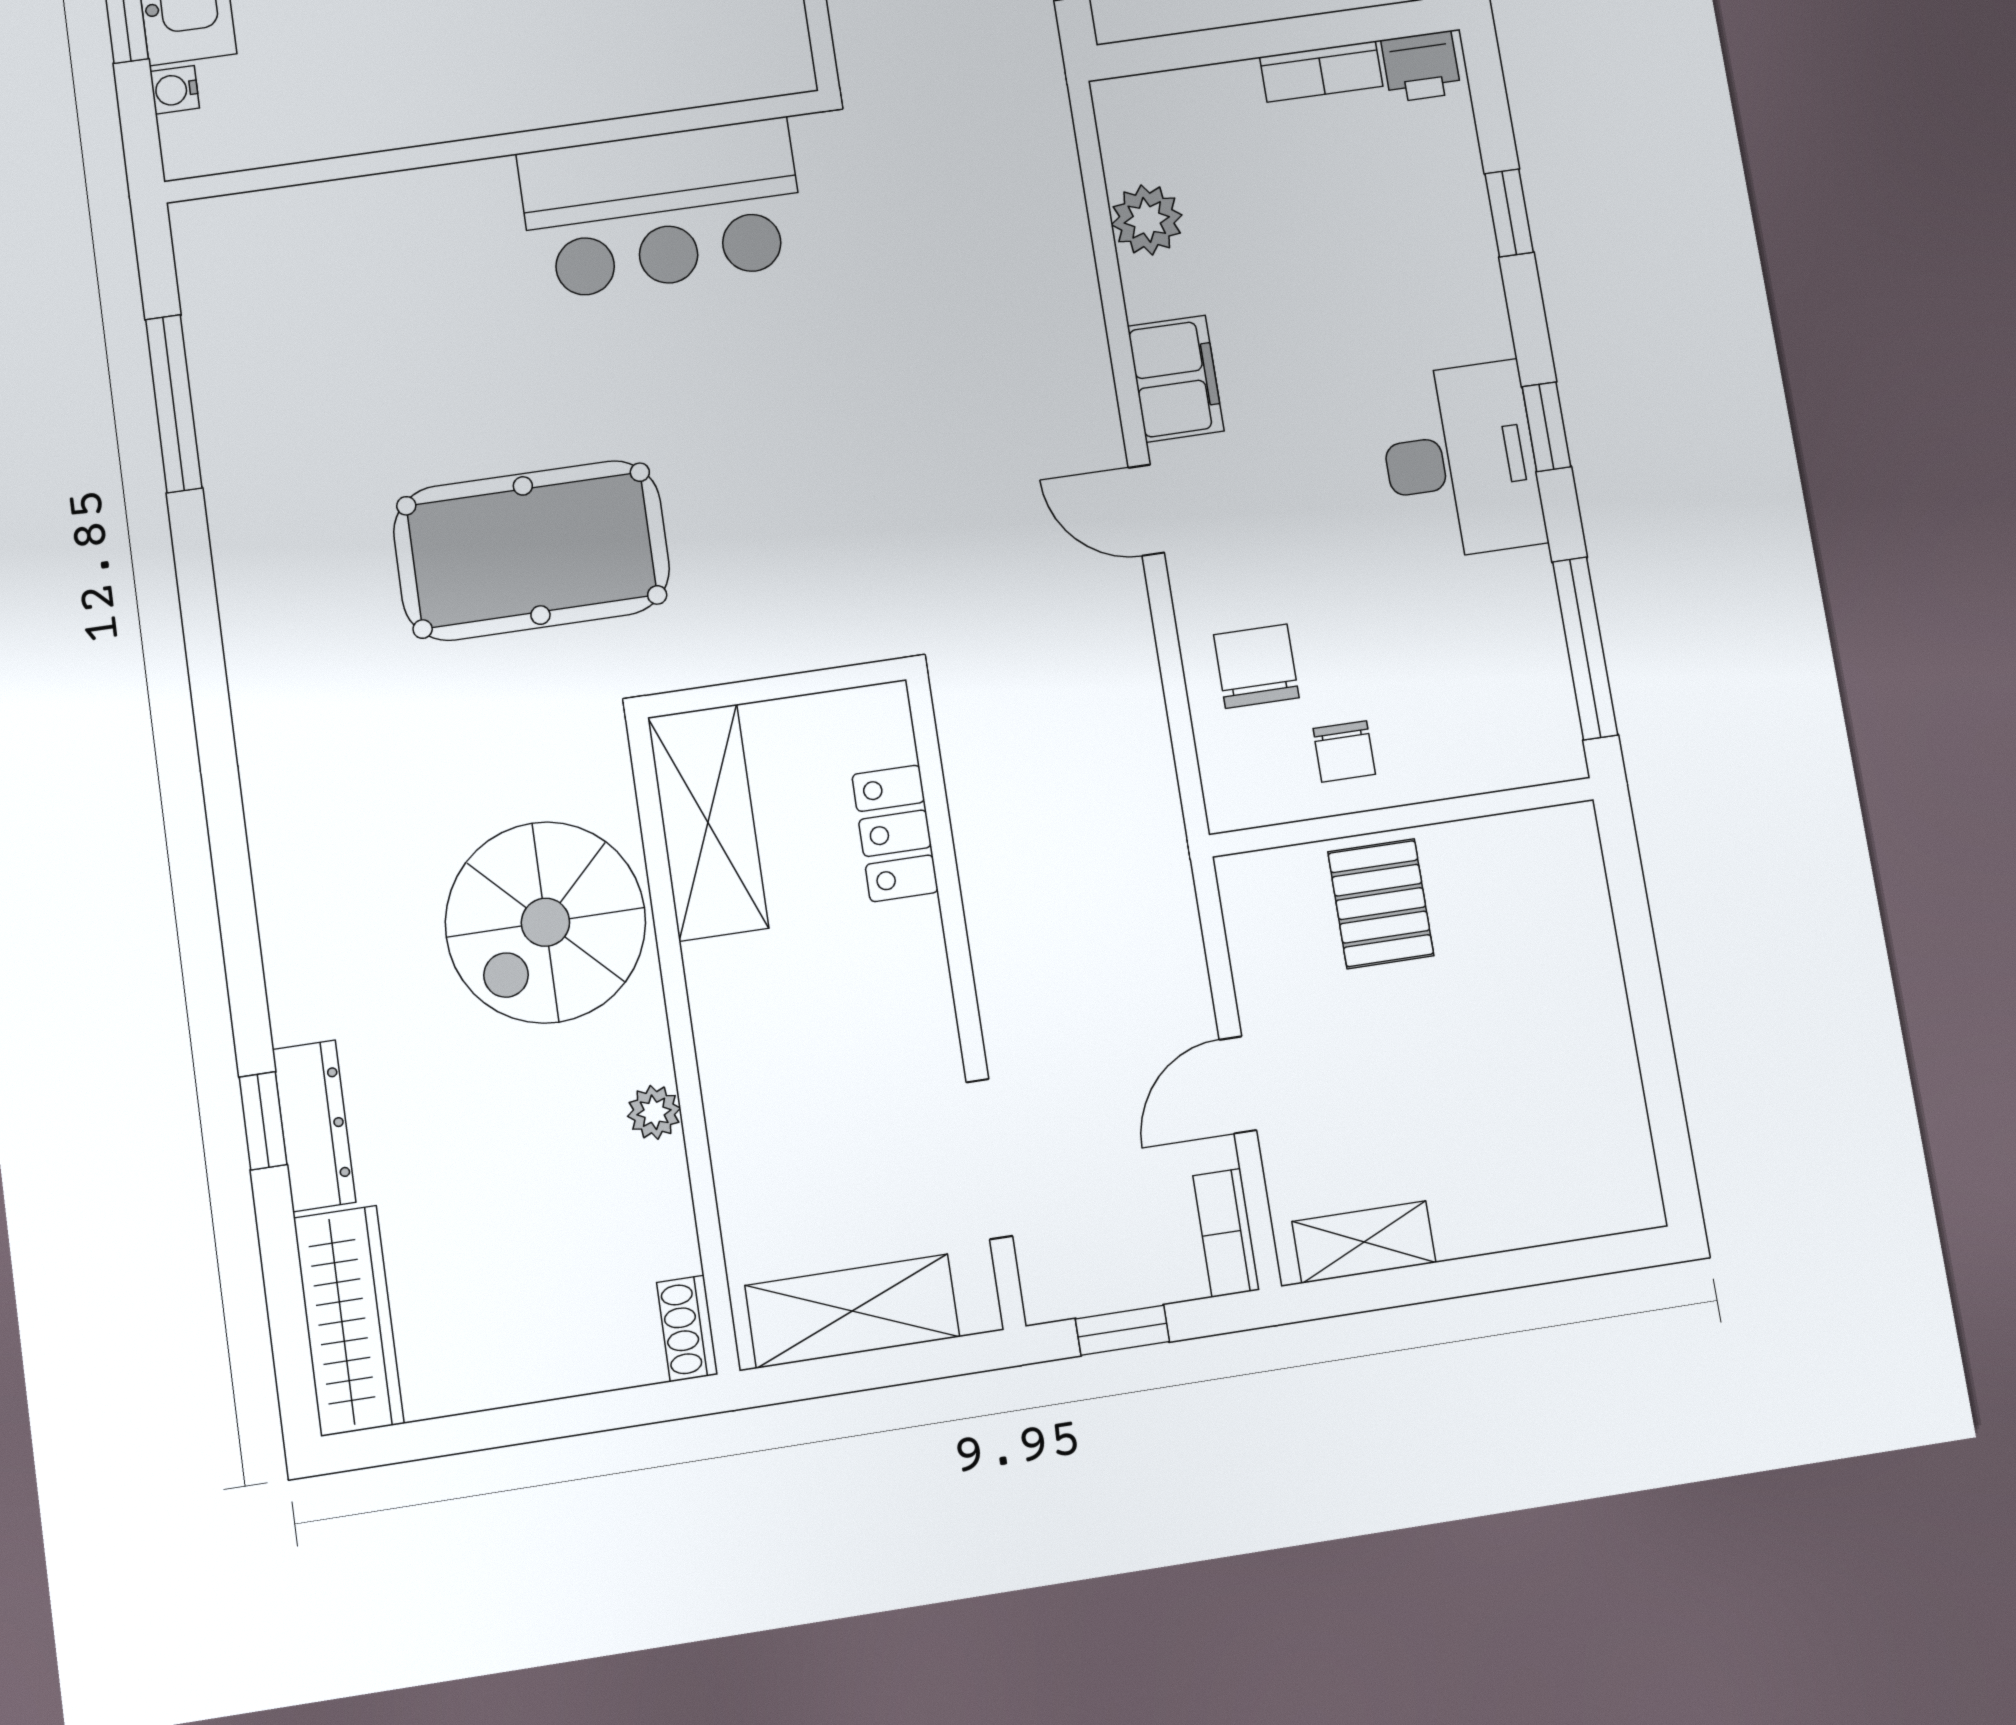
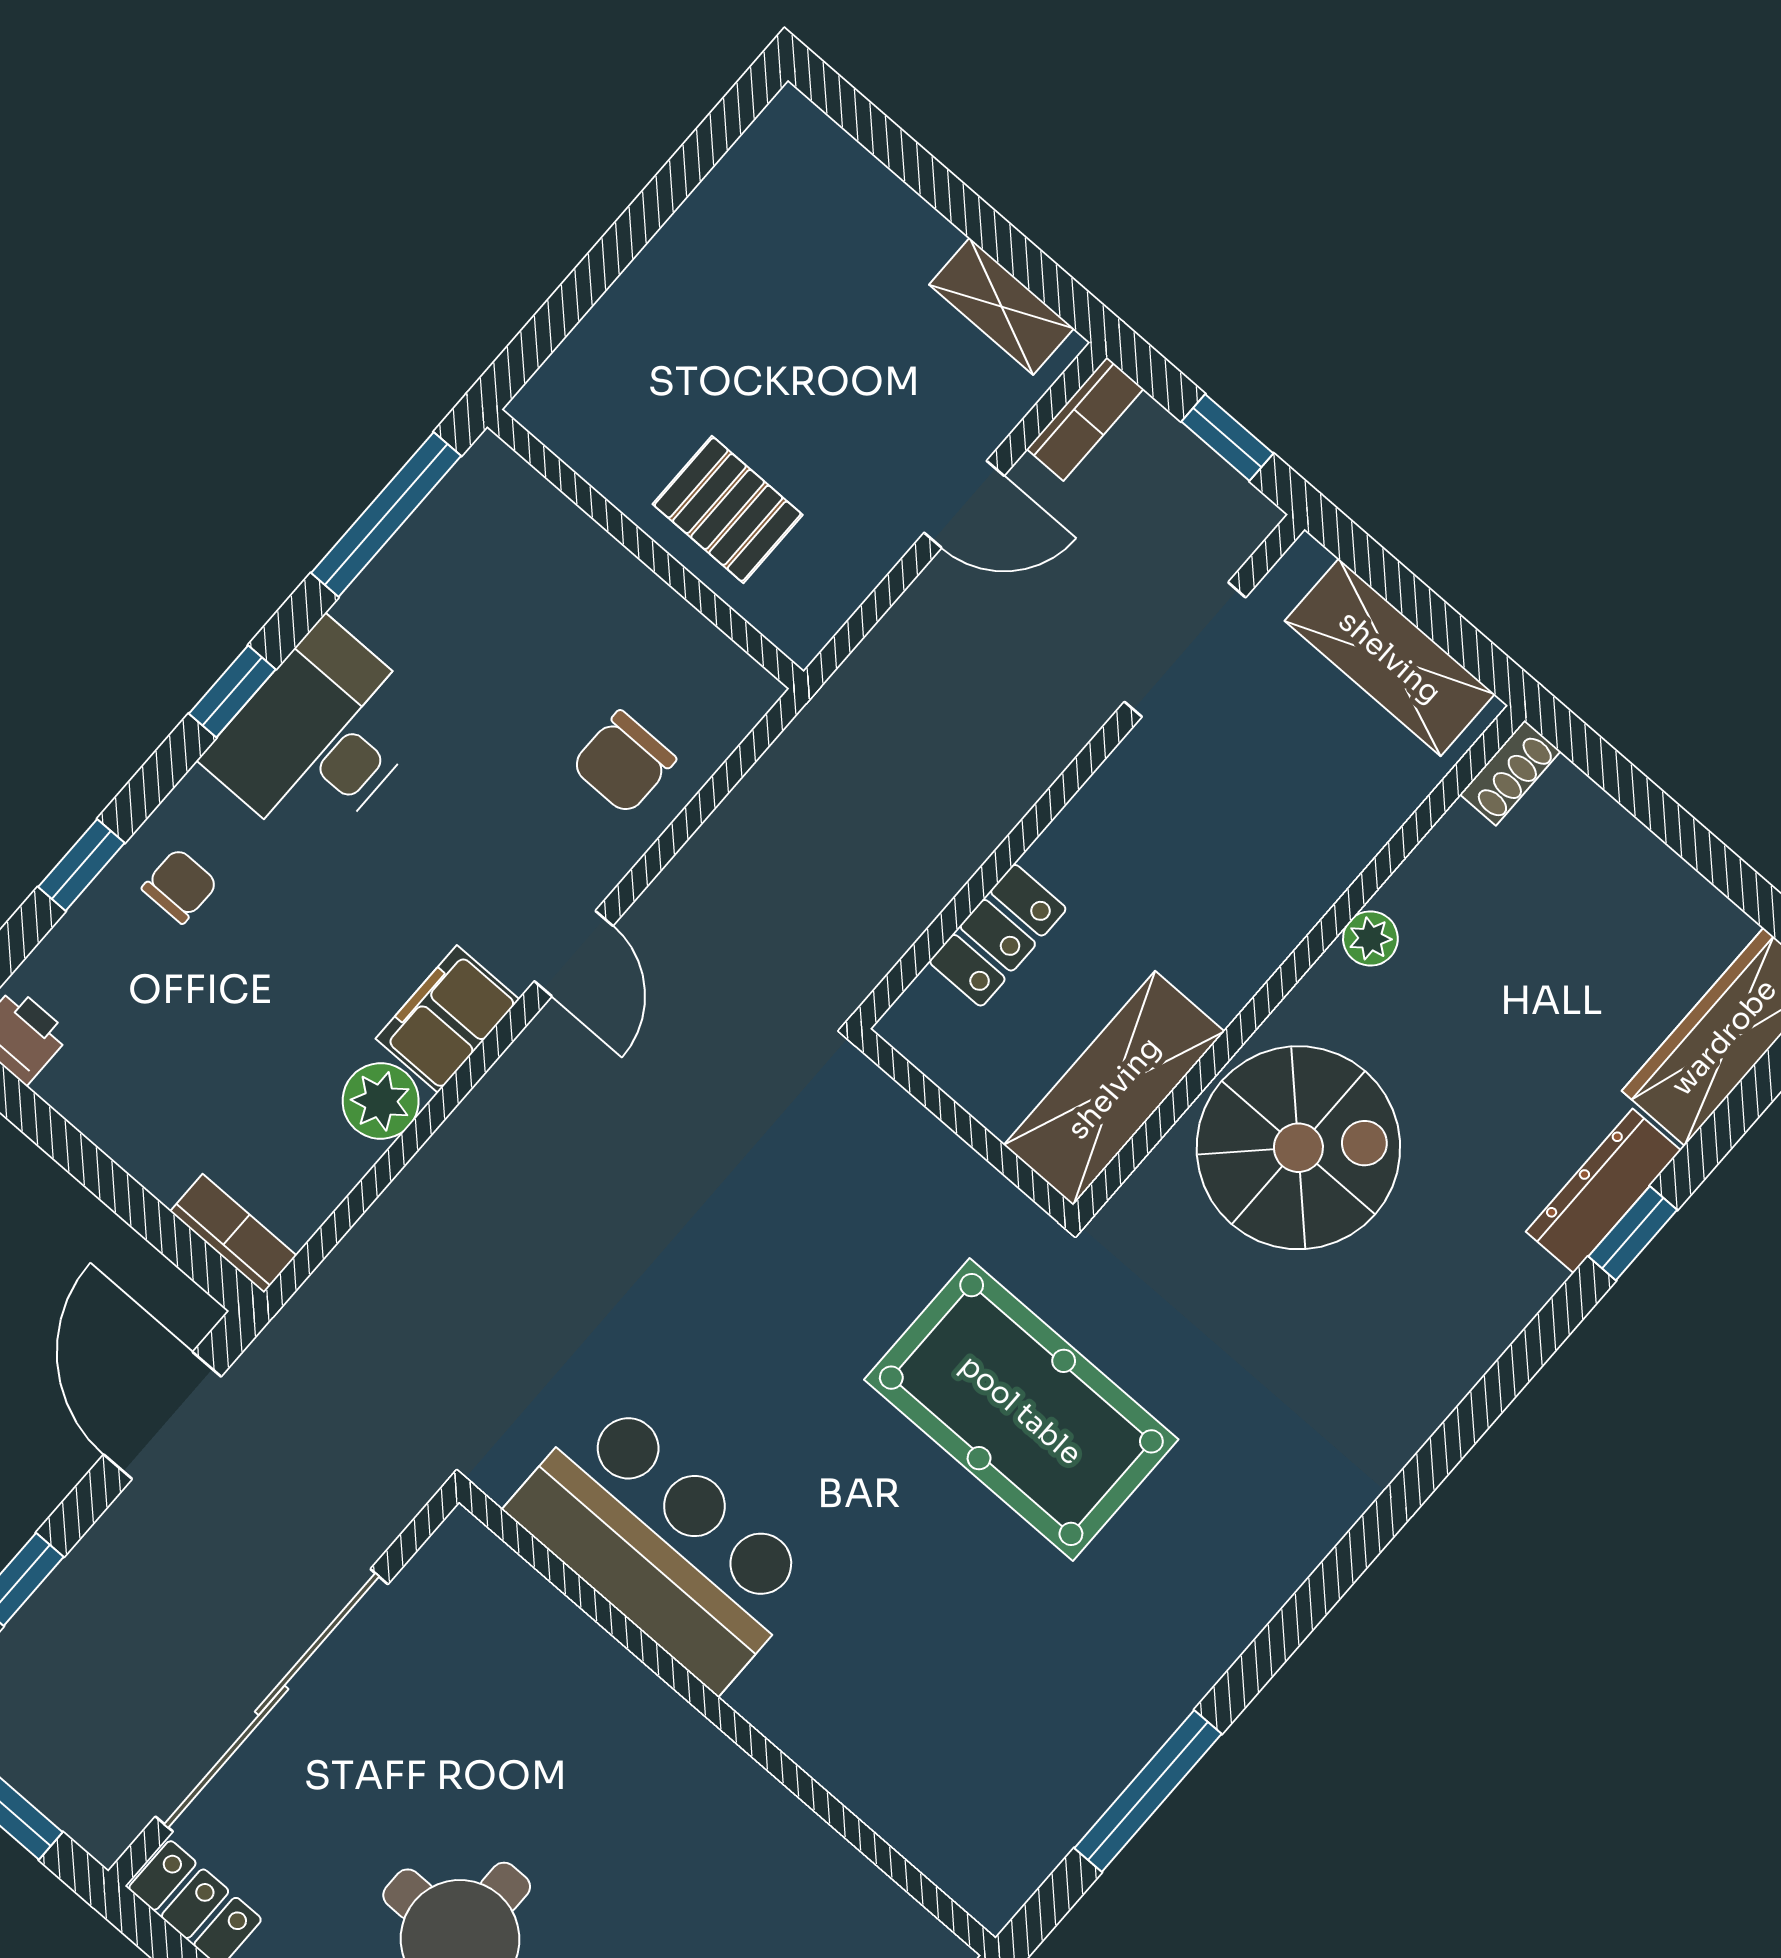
bookcase: (1321, 72) -> (233, 1233), moved
plant: (1147, 220) -> (381, 1101), moved
chair: (1344, 751) -> (180, 886), moved
pallet: (1381, 904) -> (728, 509), turned 90

